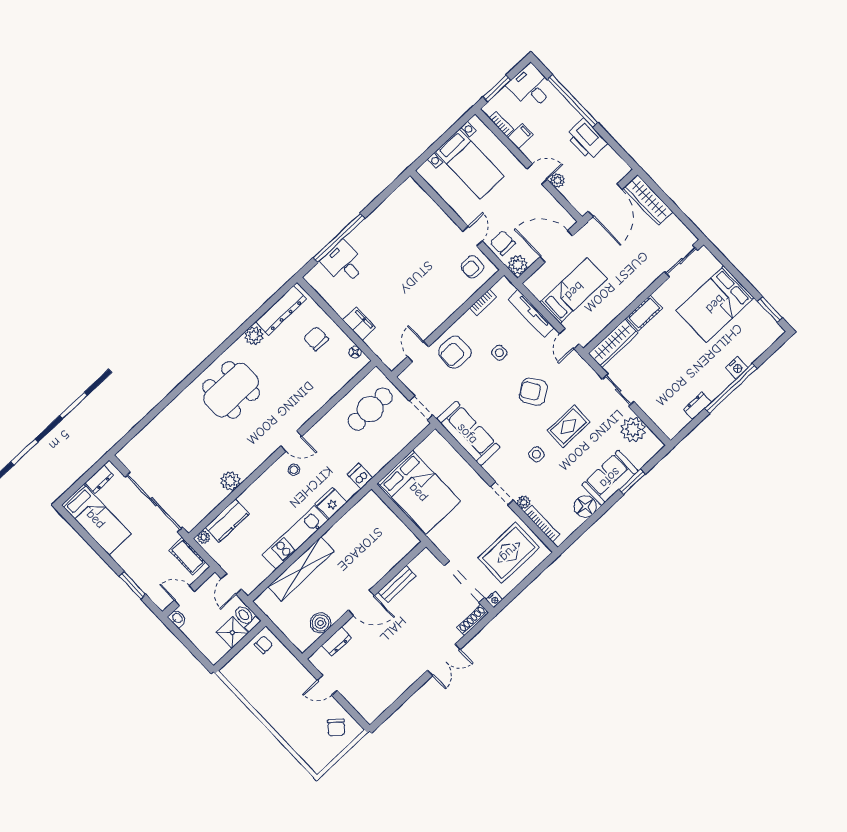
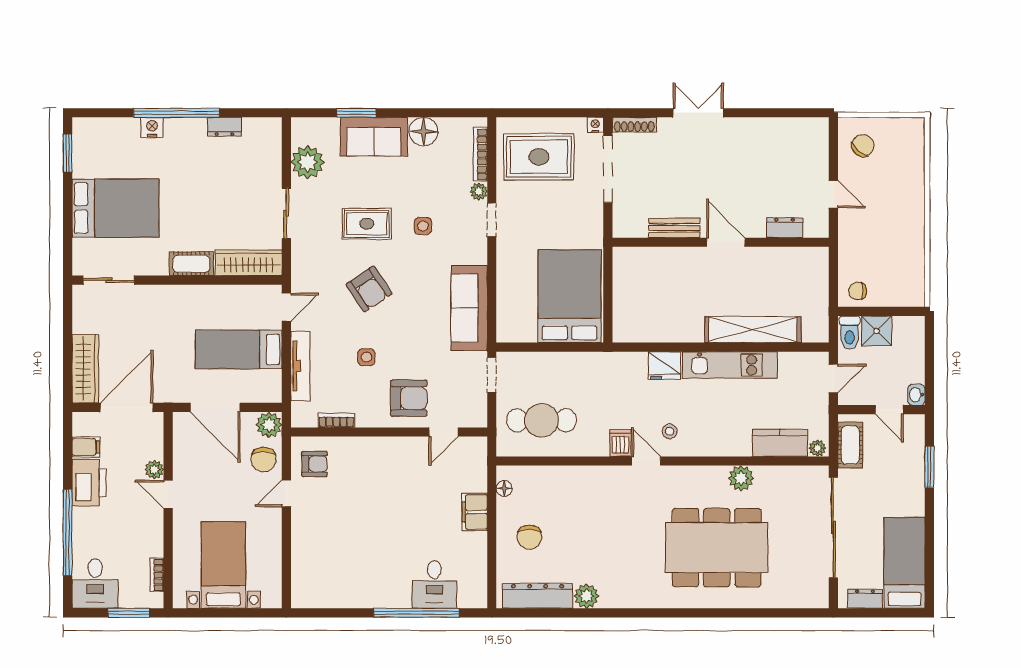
filing cabinet: (520, 136) -> (86, 447), moved, turned 180
dining table: (231, 390) -> (717, 548), moved, width x1.36, depth x1.24
dishwasher: (360, 476) -> (620, 443), moved, turned 180
boiler: (320, 623) -> (783, 260), removed

